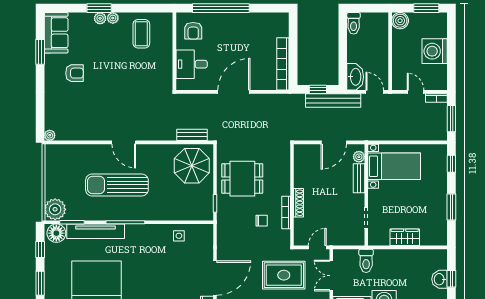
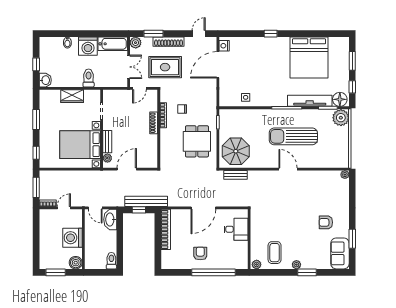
plant: (100, 18) -> (257, 264), moved
armchair: (193, 31) -> (200, 253), moved
washing machine: (435, 51) -> (72, 238), moved, turned 180
door: (416, 92) -> (64, 208), swing flipped
bench: (333, 100) -> (146, 201), moved
bed with nightstands: (394, 166) -> (80, 145), width x1.36
dining table: (242, 179) -> (197, 141), turned 90
sun lounger: (117, 185) -> (293, 136), turned 180
toilet: (366, 261) -> (89, 78), moved
washbasin: (440, 279) -> (45, 80), moved

